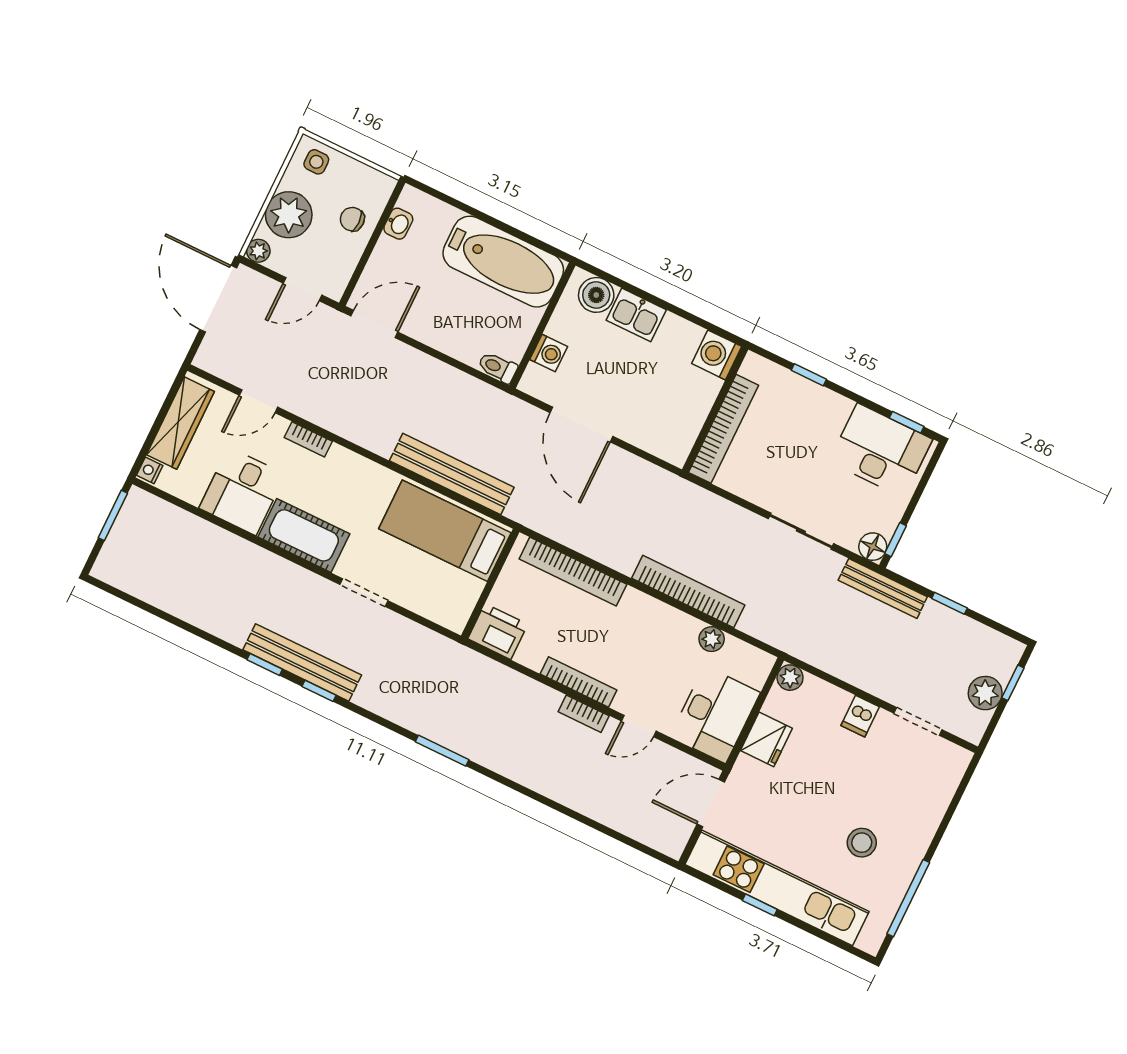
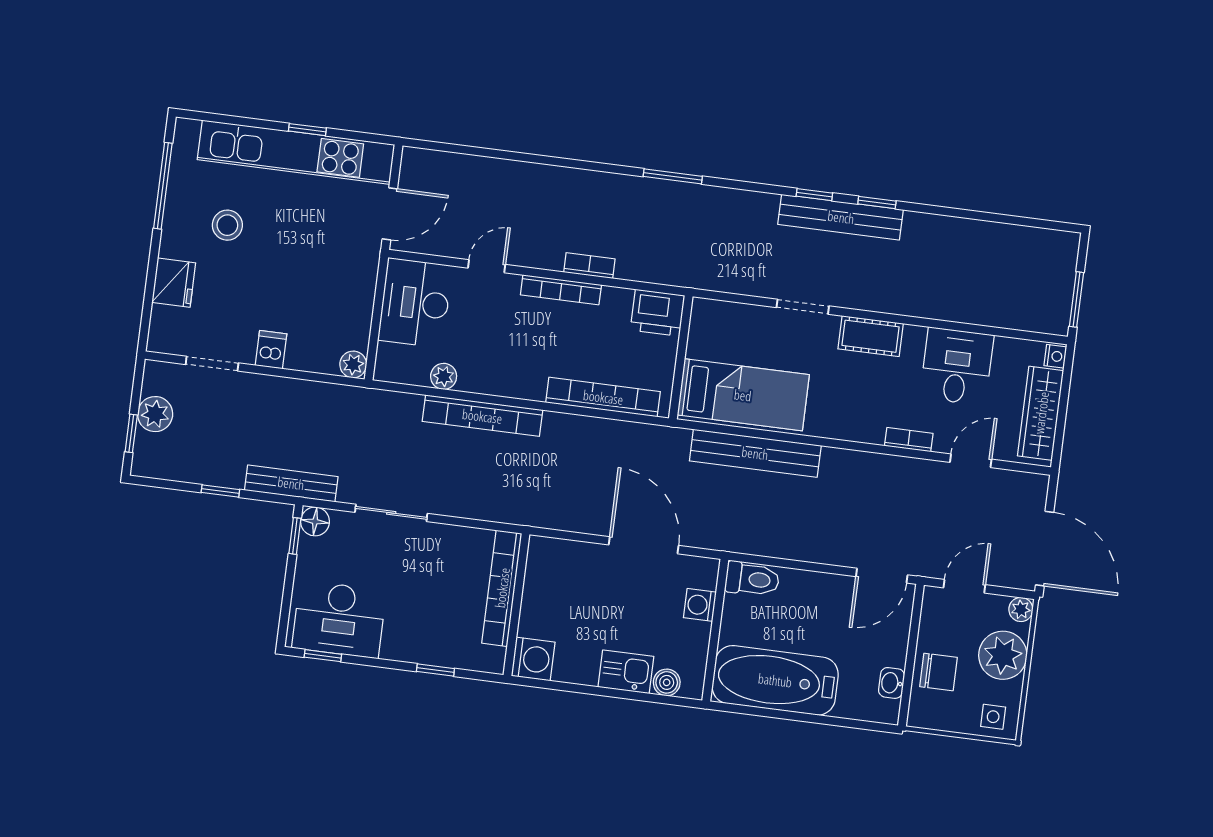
chair: (352, 219) -> (938, 672), width x1.37, depth x1.37
boiler: (596, 295) -> (667, 682), width x0.73, depth x0.73
toilet: (498, 367) -> (752, 579), width x1.37, depth x1.39
cot: (304, 535) -> (871, 336), width x0.73, depth x0.75
bookcase: (584, 714) -> (589, 266), moved
fridge: (766, 739) -> (174, 283), moved, turned 180

